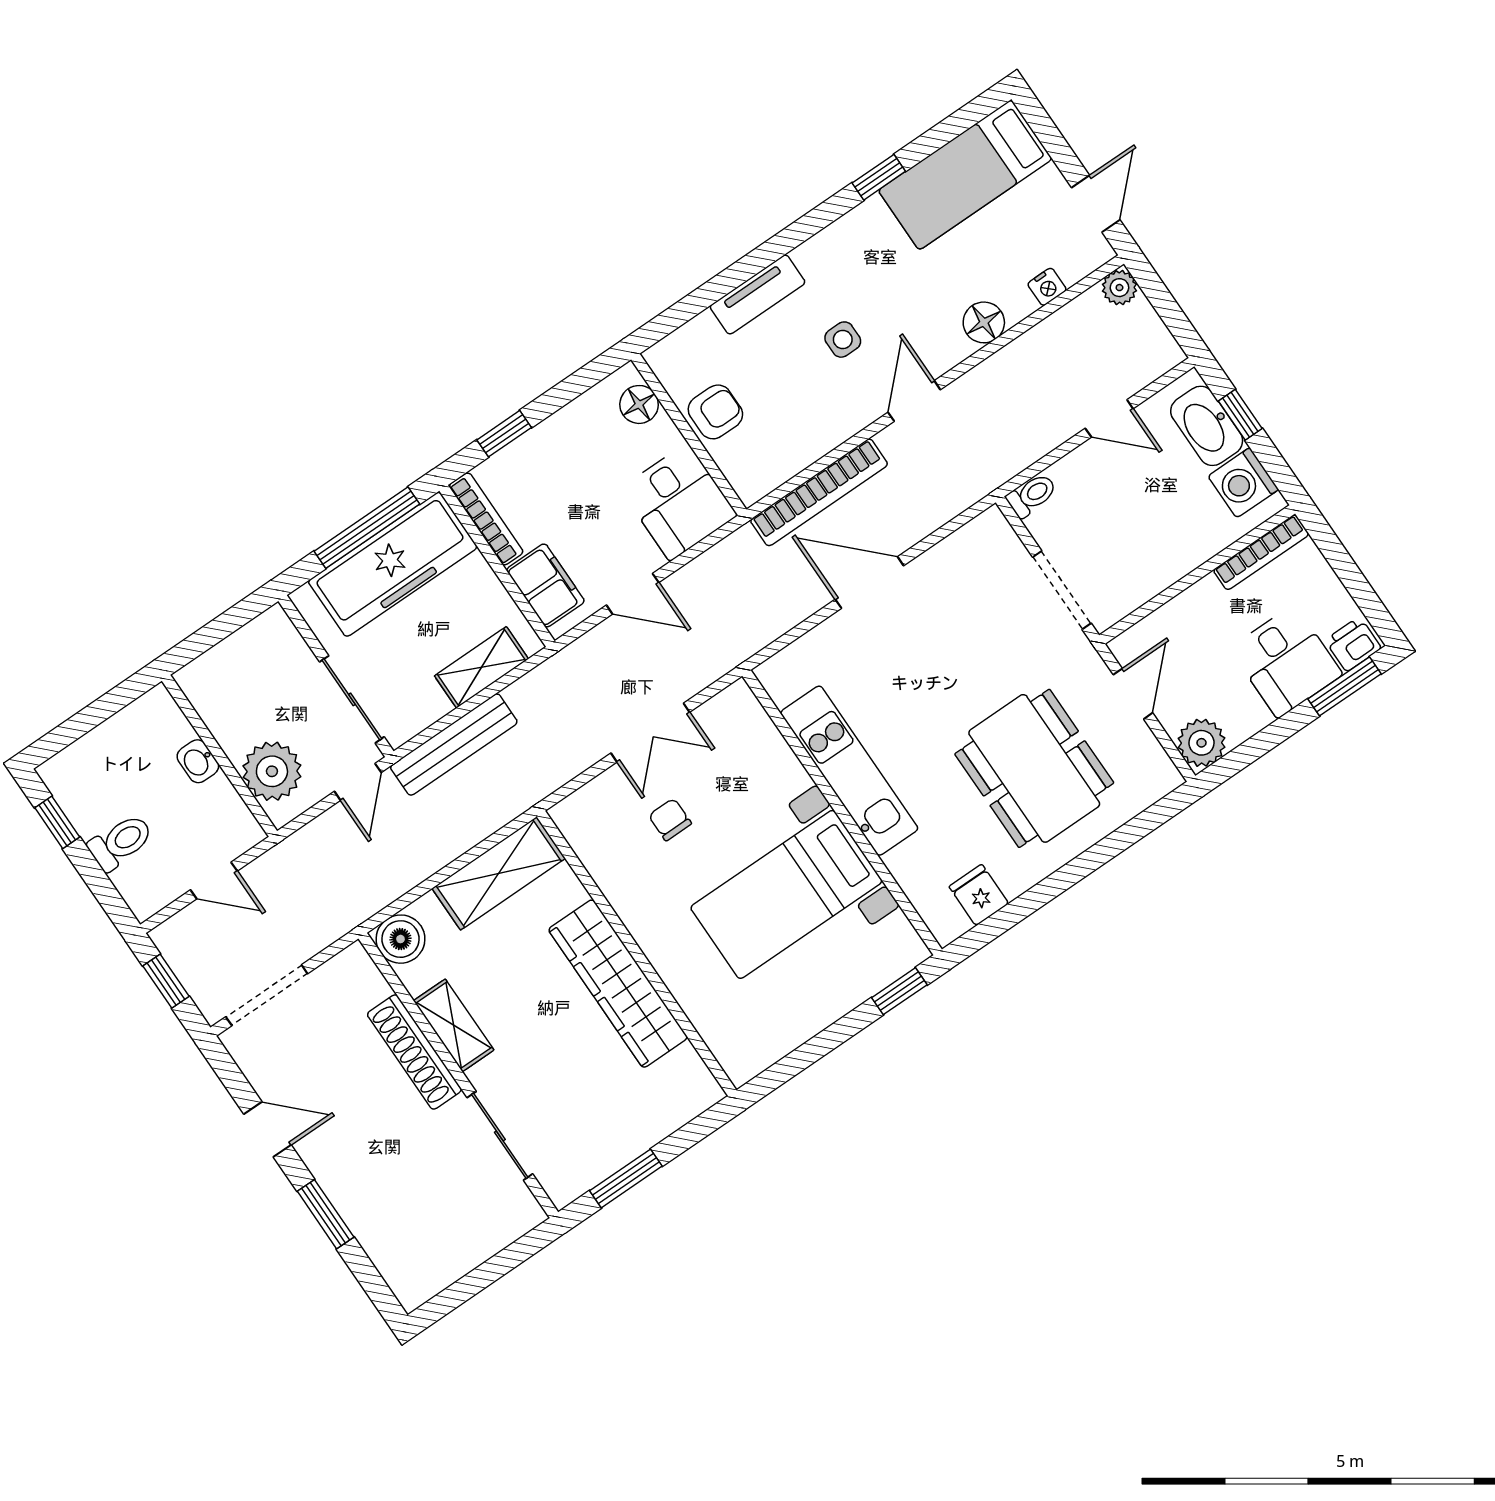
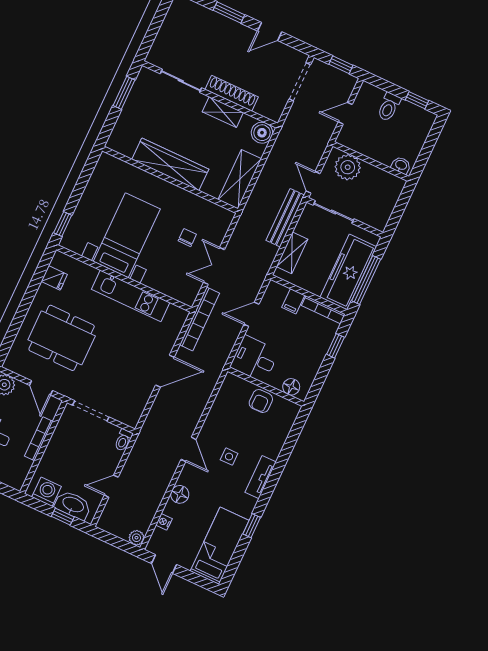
tv unit: (758, 294) -> (261, 477), moved
bookcase: (819, 492) -> (200, 319), moved, turned 180
bookcase: (1261, 552) -> (39, 439), moved
filing cabinet: (545, 585) -> (293, 301), width x0.50
washbasin: (198, 761) -> (401, 165), moved
chair: (670, 820) -> (187, 238), turned -90

